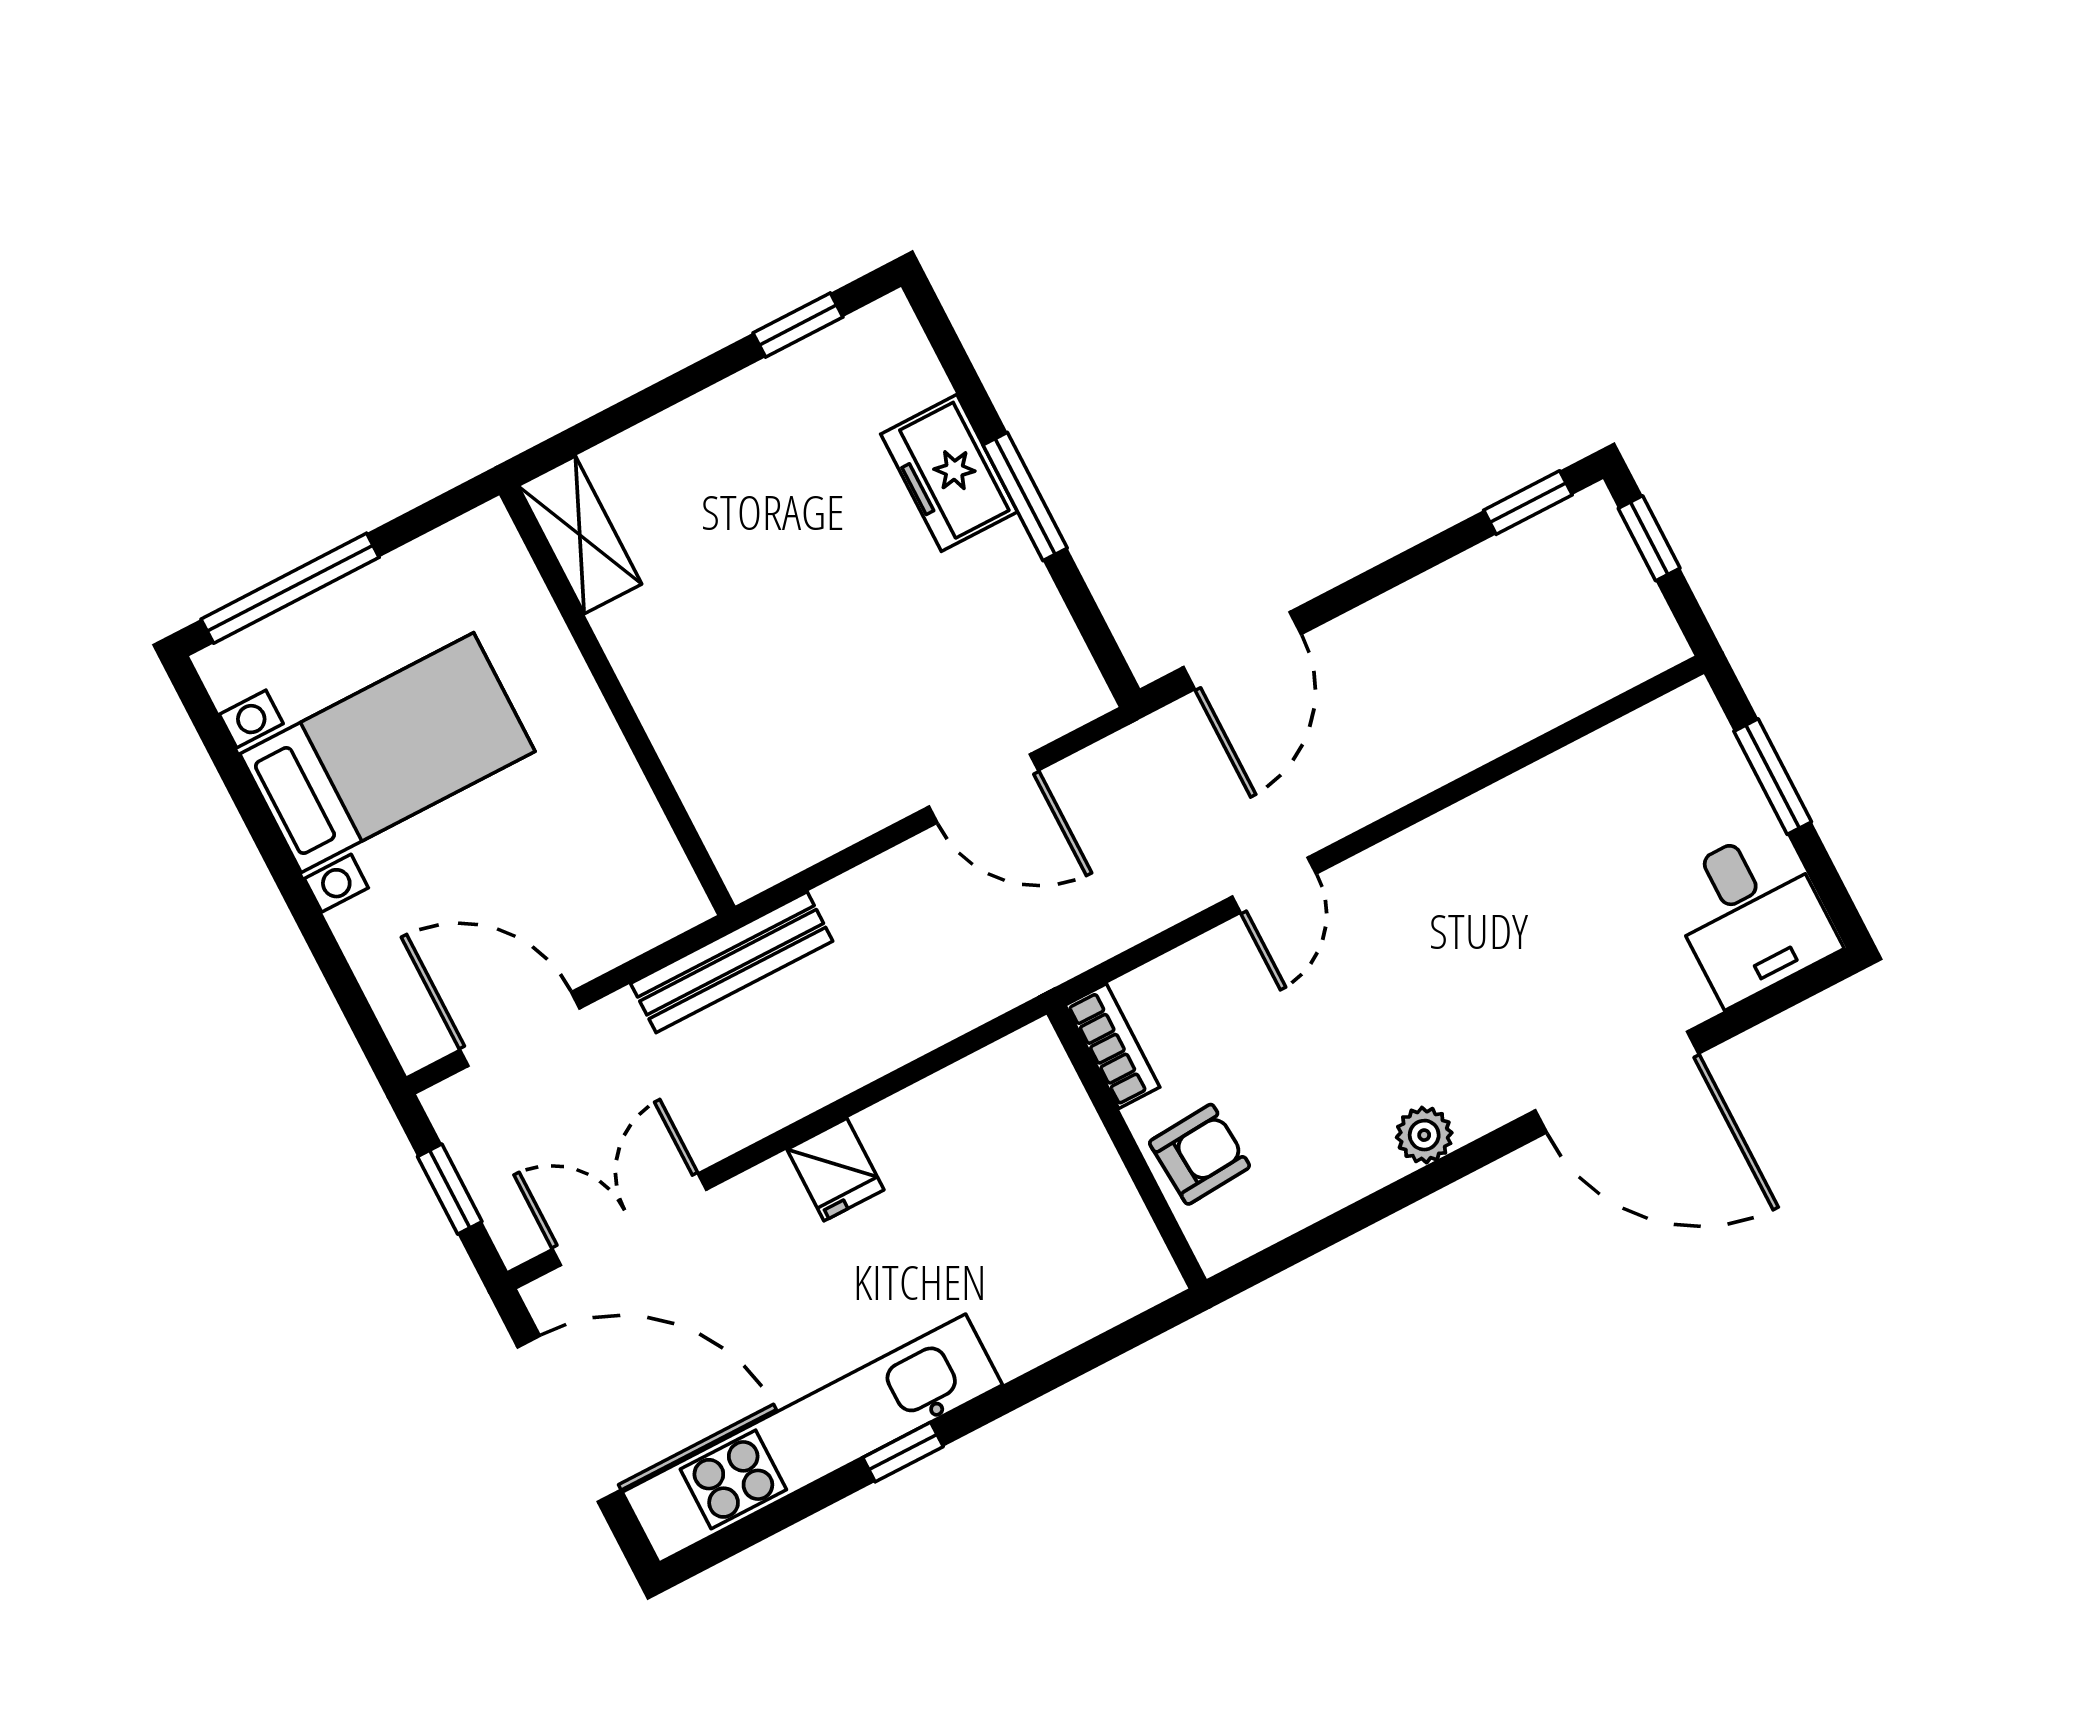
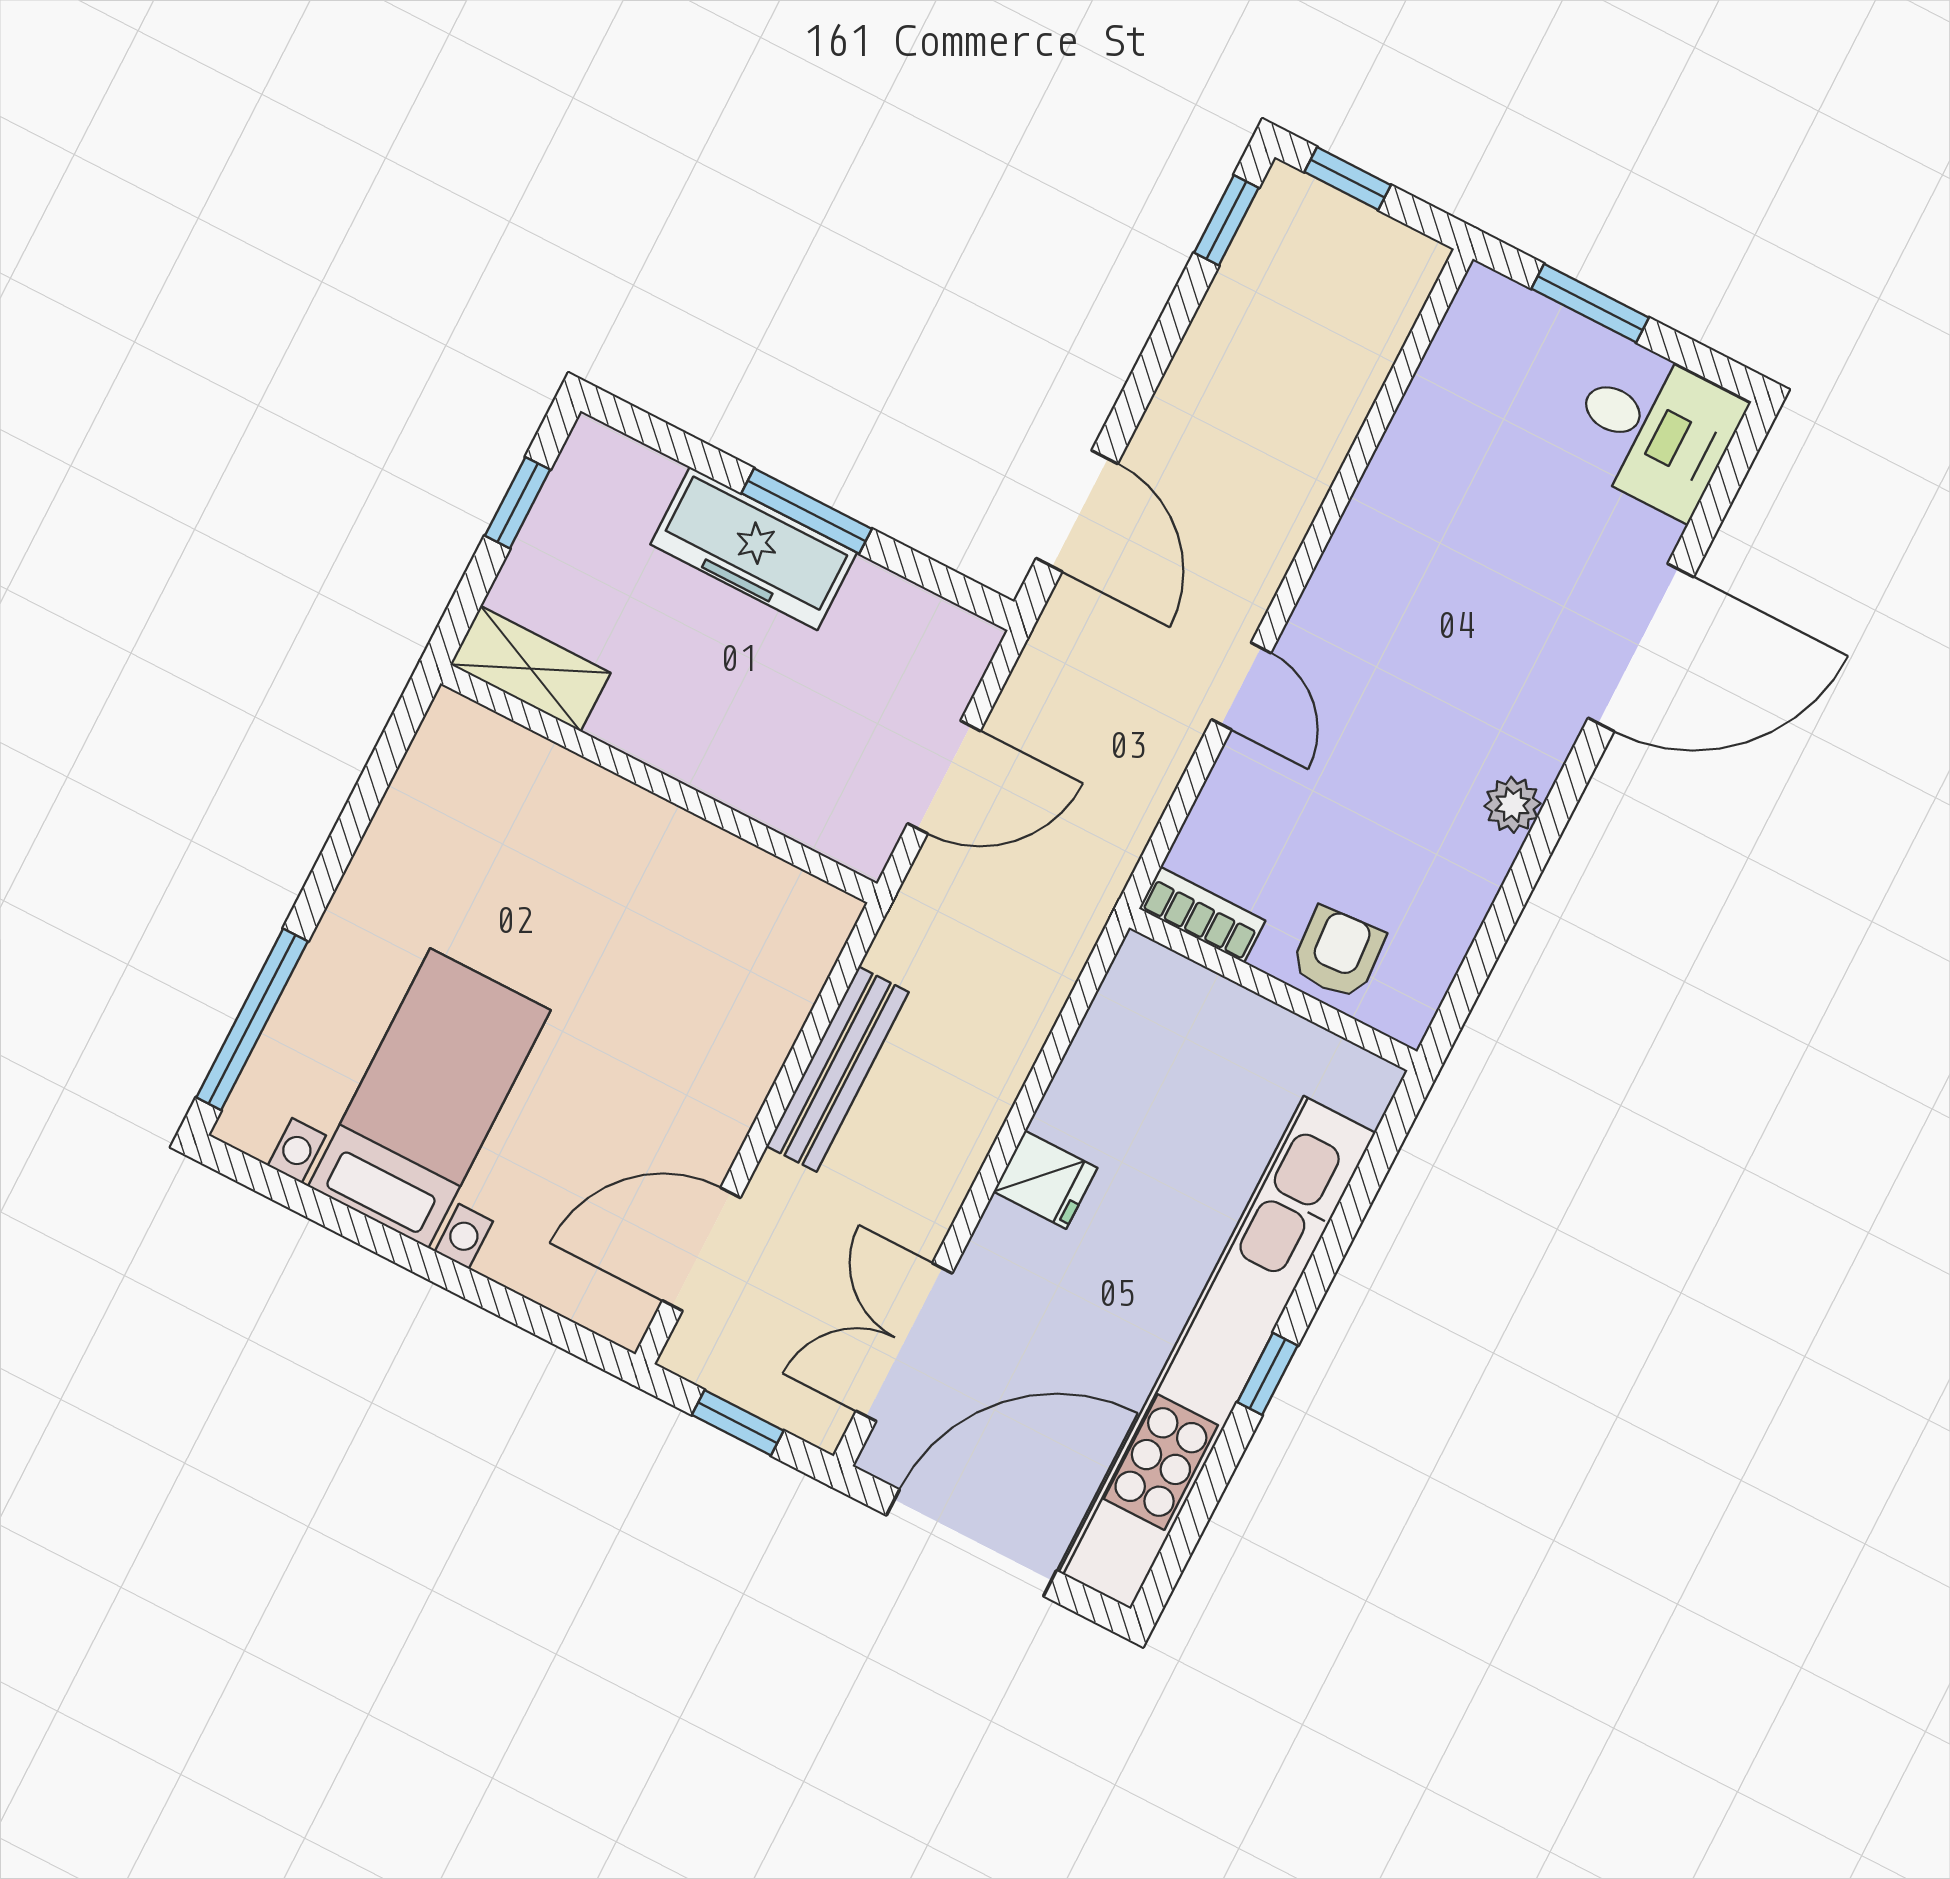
freezer: (949, 473) -> (754, 549), width x1.40
shelving: (580, 535) -> (530, 669), moved
wall: (617, 700) -> (659, 783), moved
kitchen unit: (812, 1439) -> (1217, 1352), width x1.36

